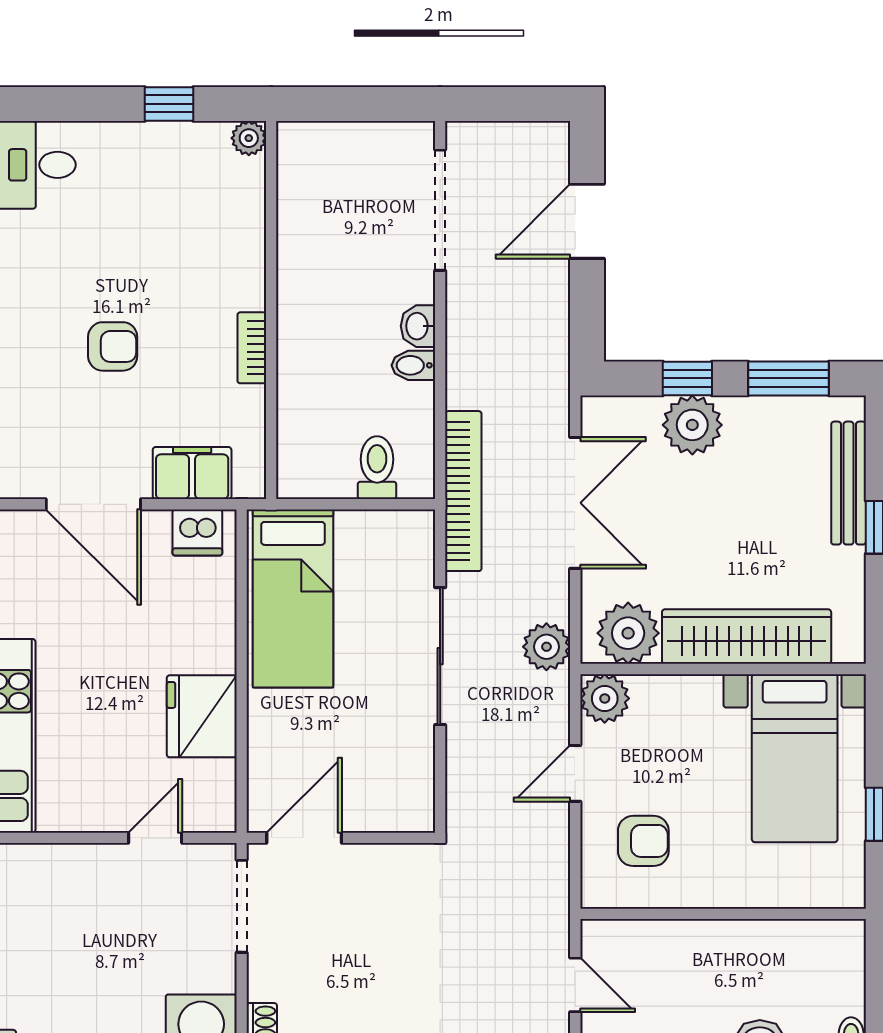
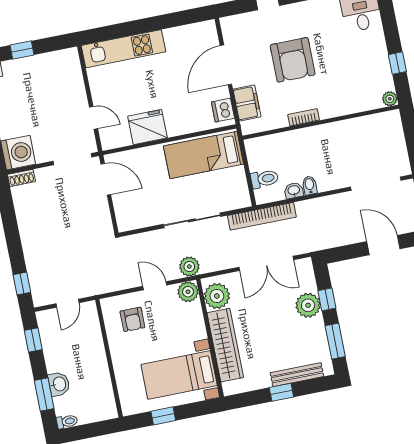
washbasin: (418, 326) -> (294, 191), moved
armchair: (113, 346) -> (293, 60), width x1.88, depth x1.88
plant: (546, 647) -> (189, 267), moved

